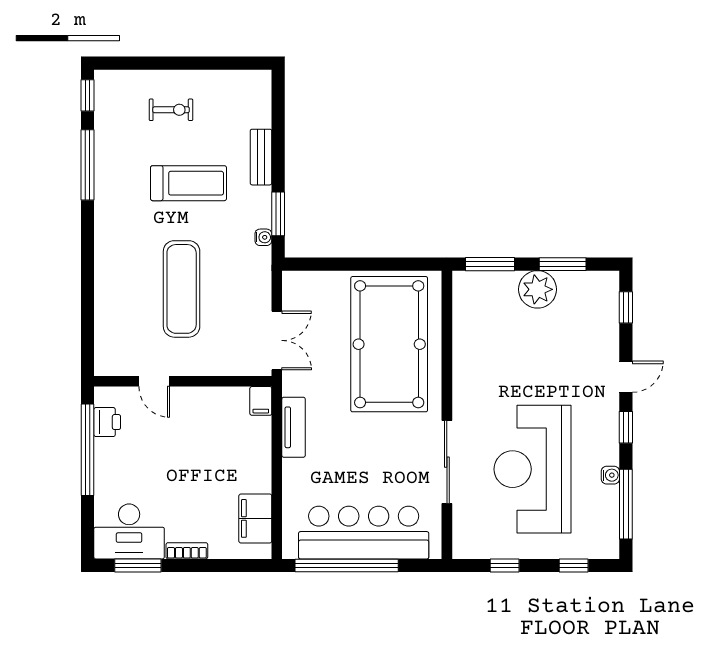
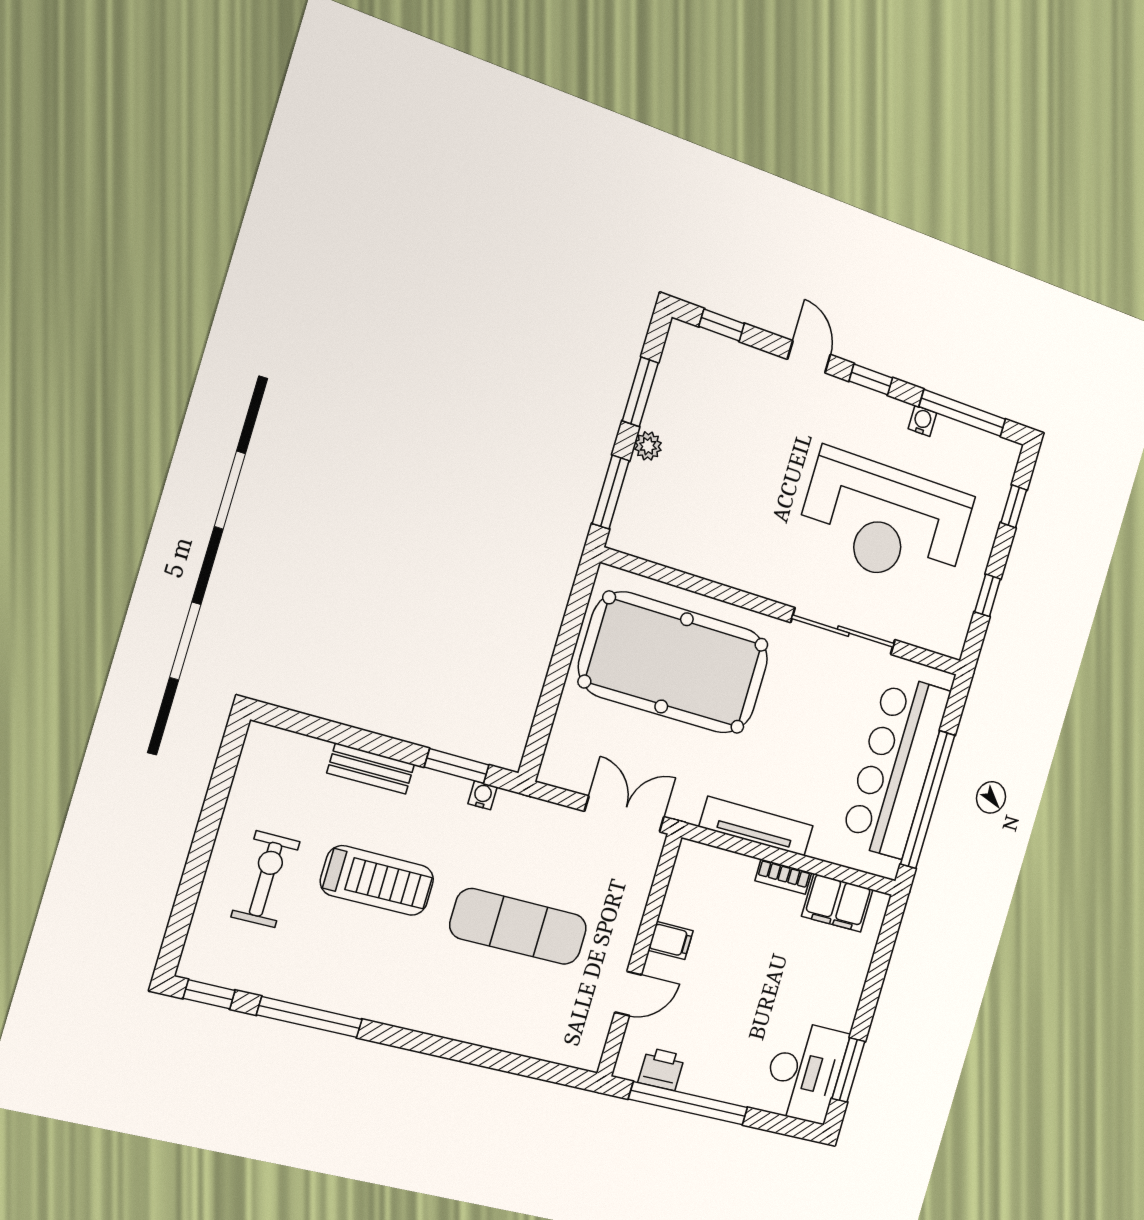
exercise bike: (171, 110) -> (266, 879), width x1.38, depth x1.39
treadmill: (189, 183) -> (377, 881), turned 90
plant: (538, 289) -> (648, 446), width x0.53, depth x0.53
filing cabinet: (261, 401) -> (671, 940), moved
tv unit: (294, 427) -> (756, 826), width x1.41
bookcase: (187, 551) -> (783, 877), moved, turned -90

